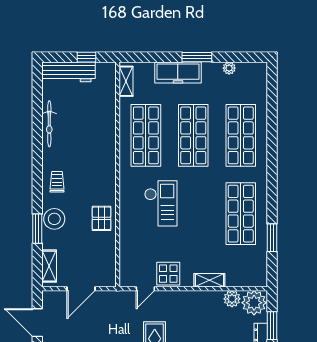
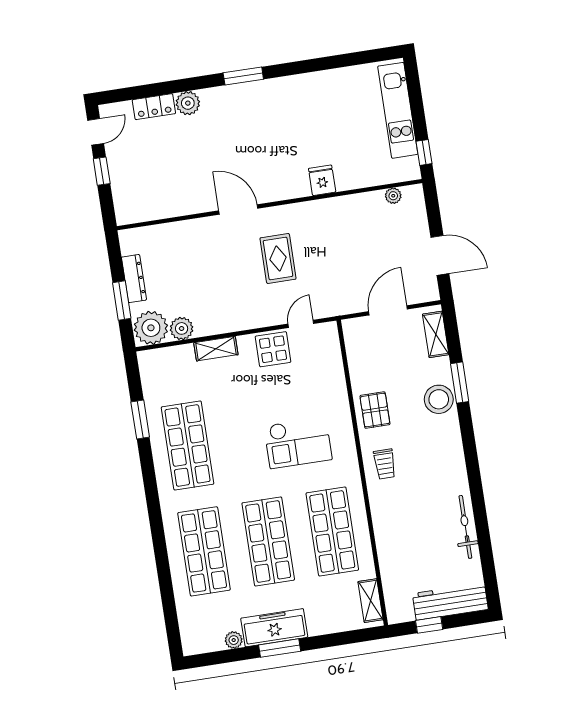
freezer: (178, 72) -> (274, 628), moved
trolley: (57, 182) -> (385, 464), moved
checkout: (161, 203) -> (298, 443), turned -90

